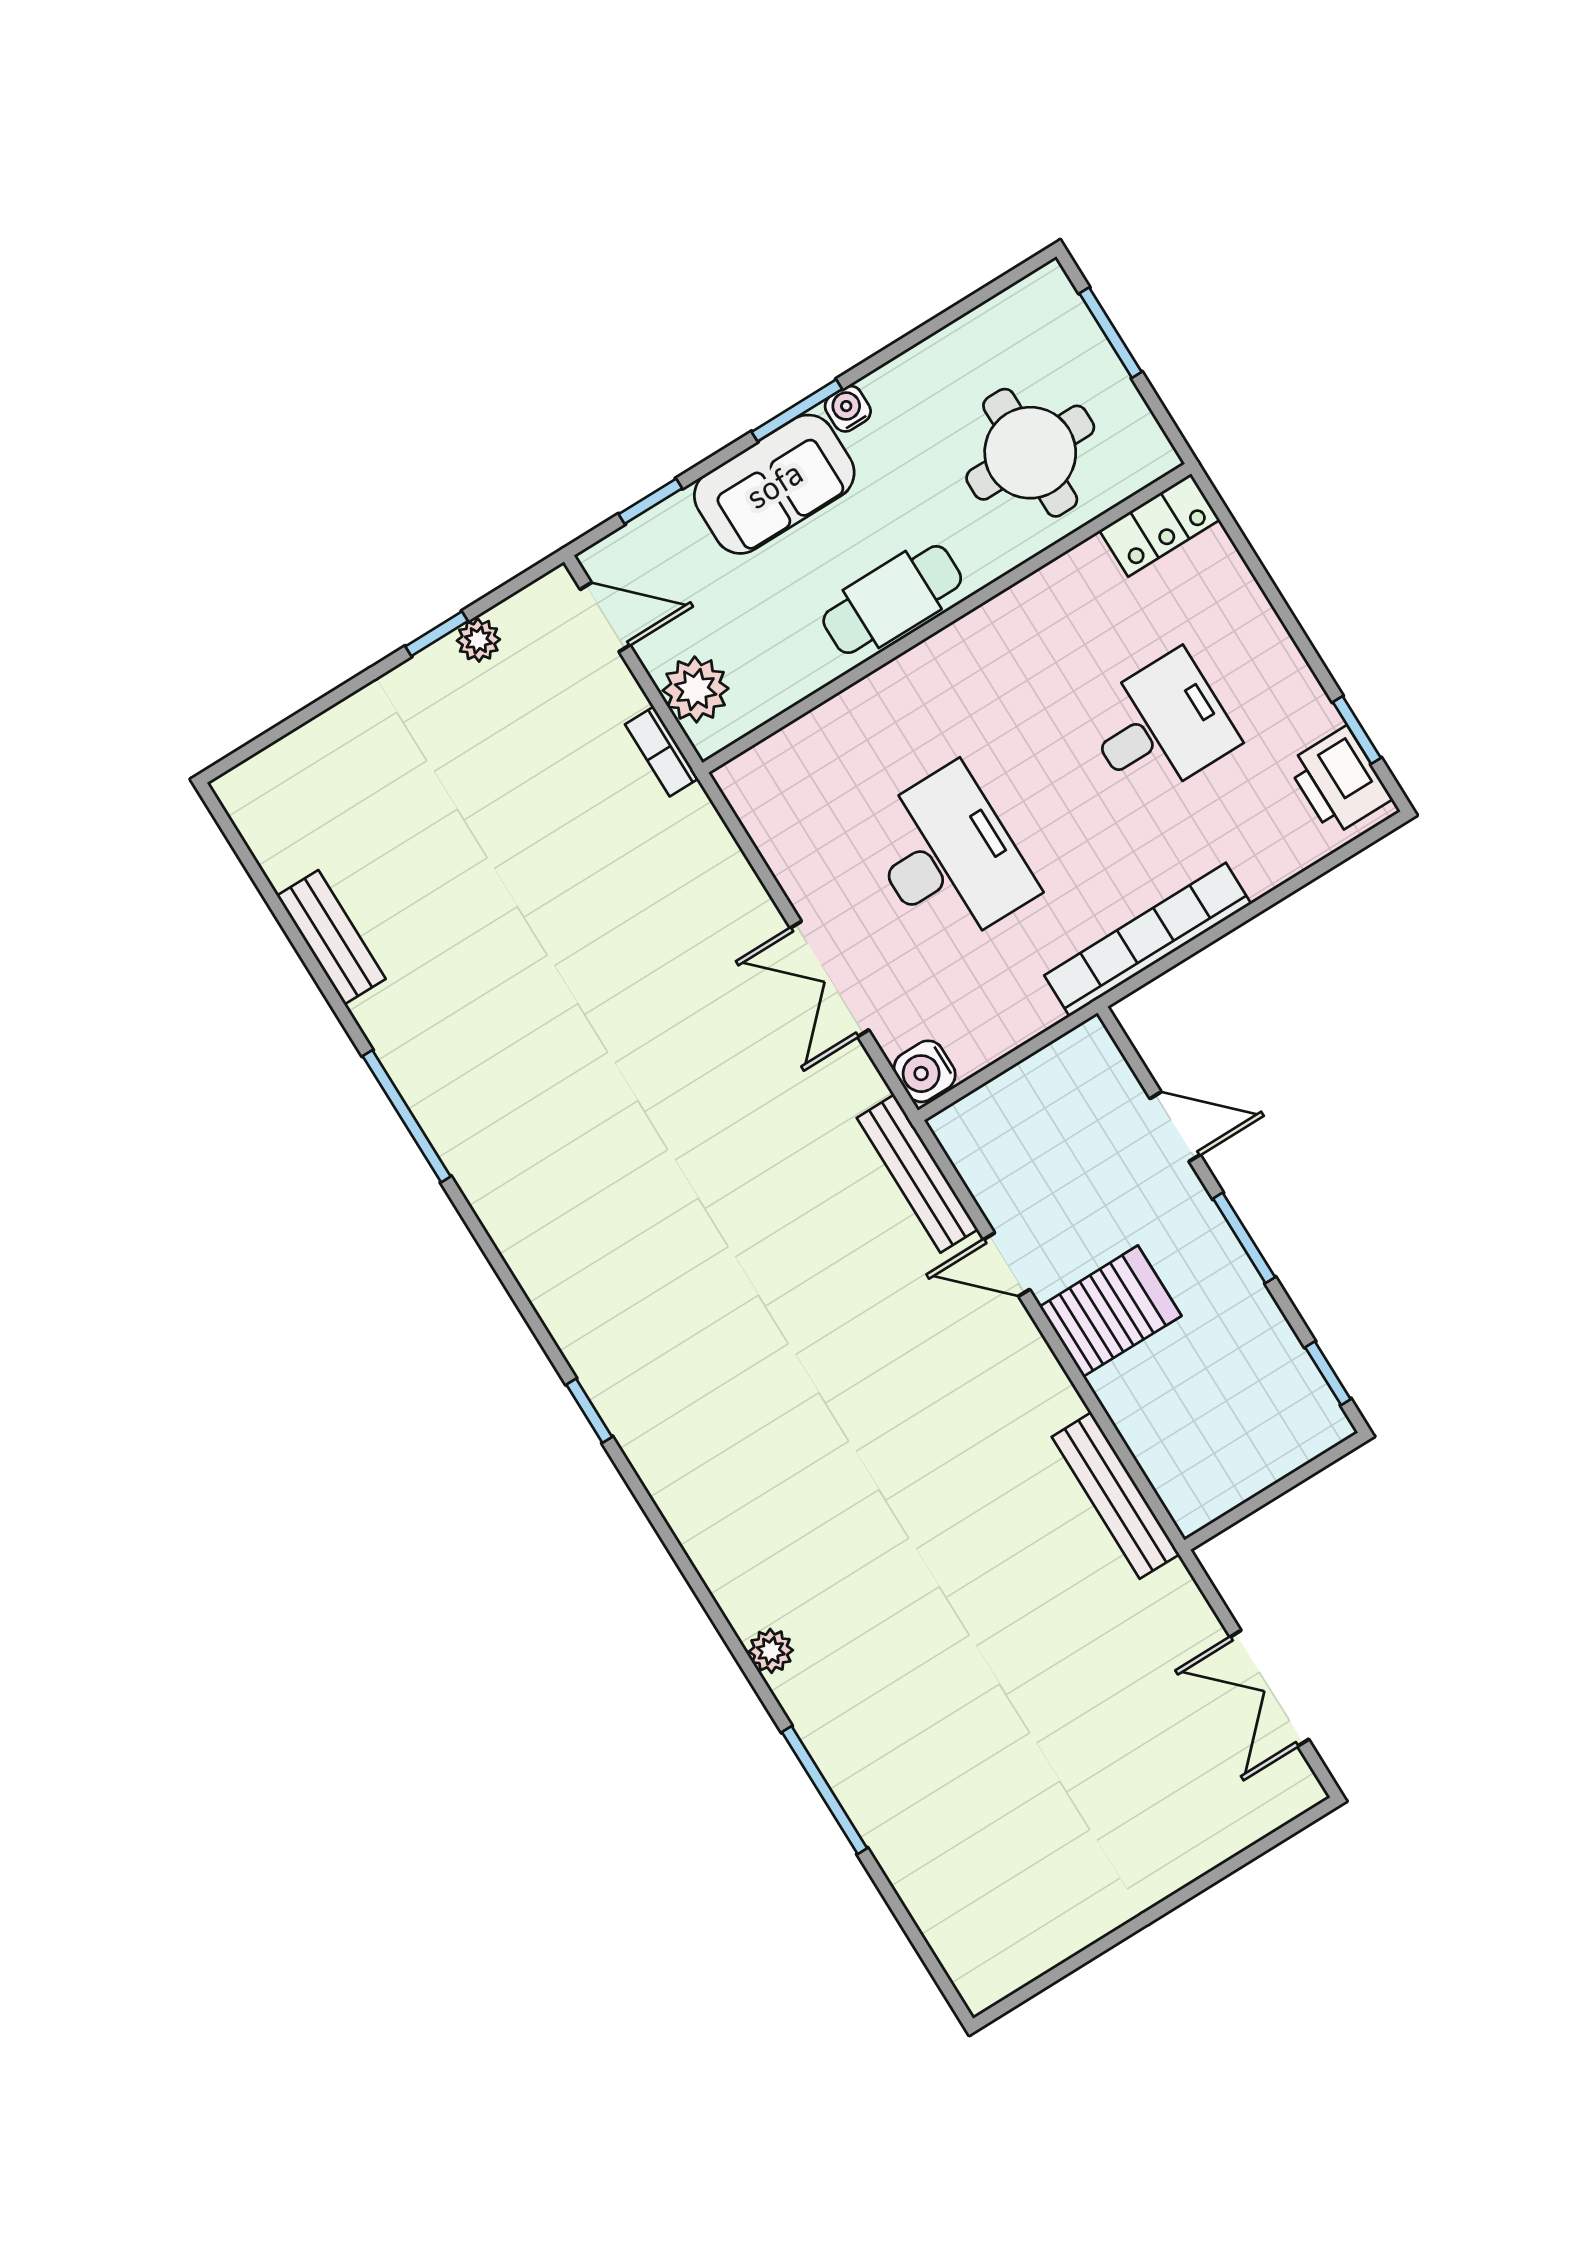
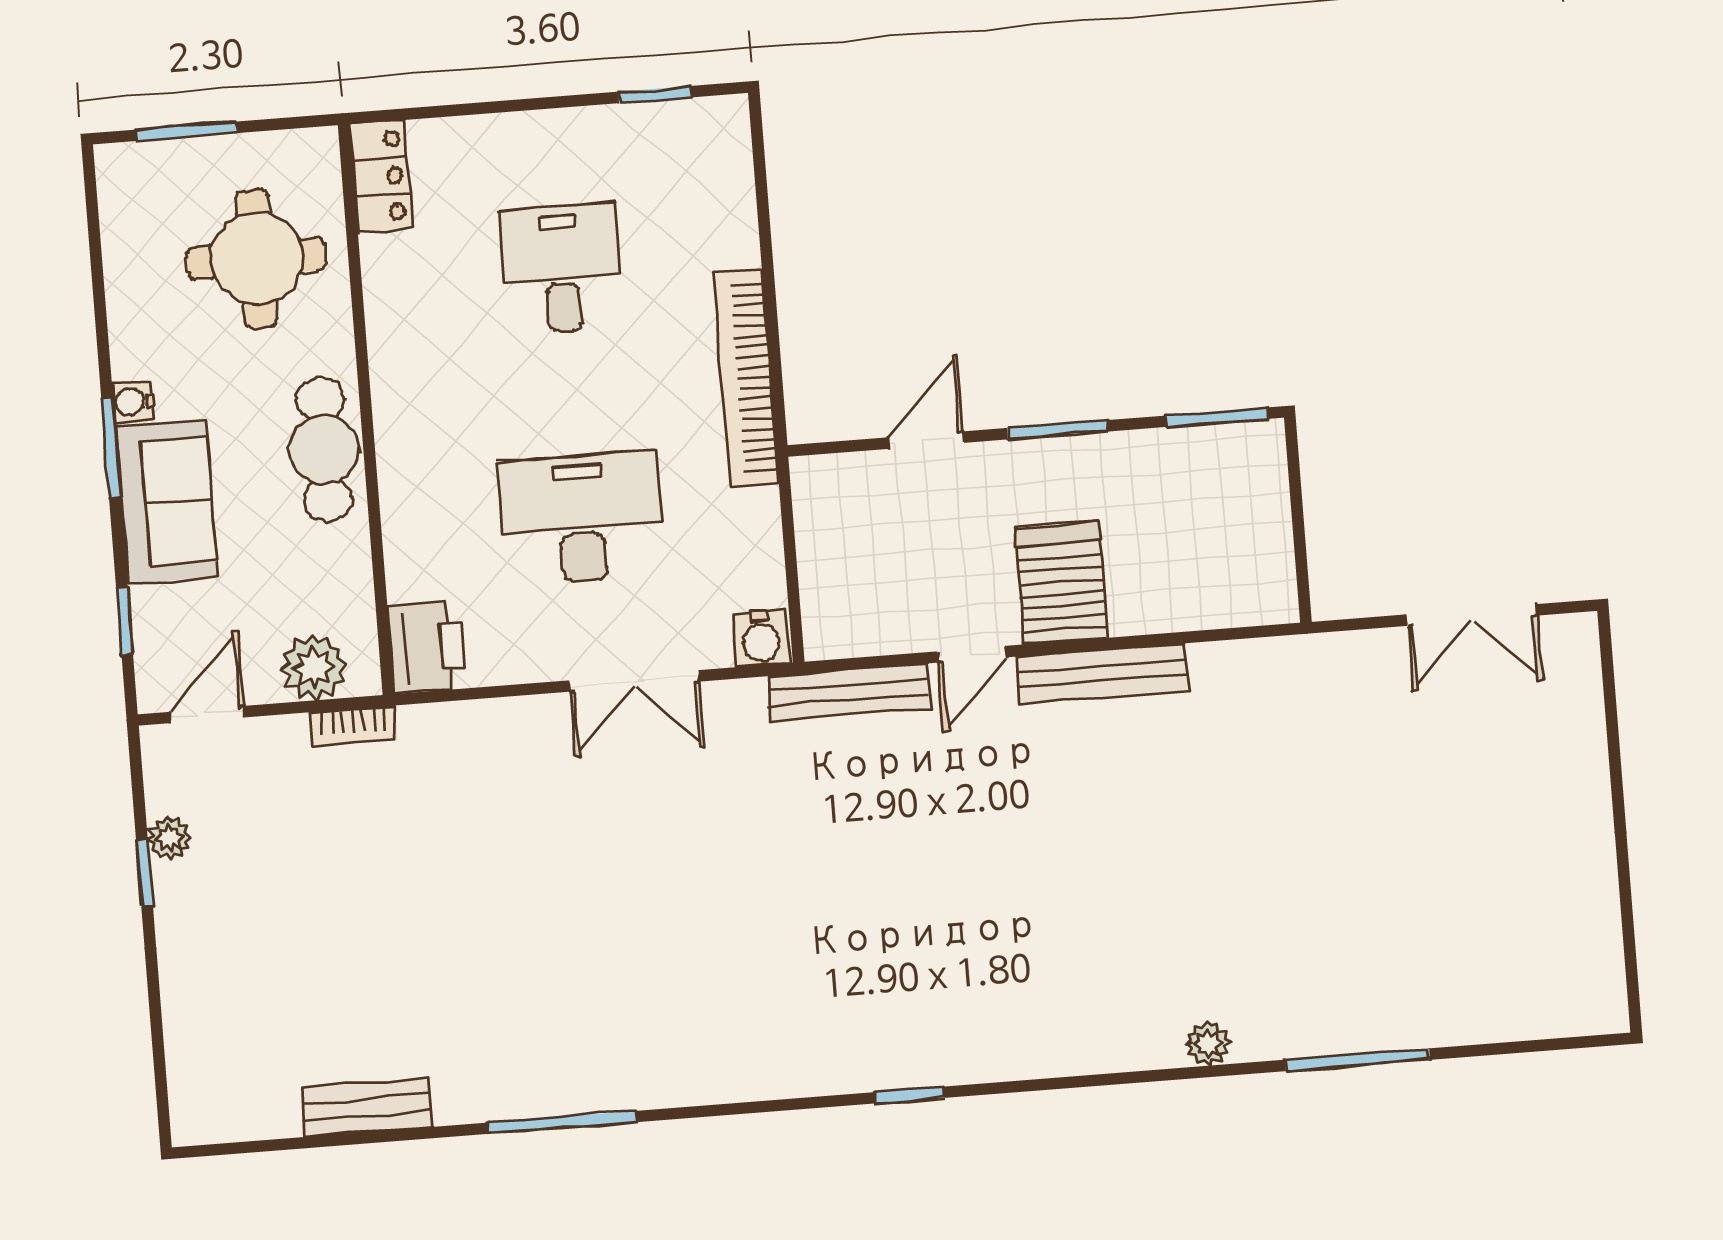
printer: (1339, 781) -> (427, 647), moved, turned -90
window: (1328, 1373) -> (1217, 417), width x1.50
bench: (1116, 1496) -> (1102, 673), moved

